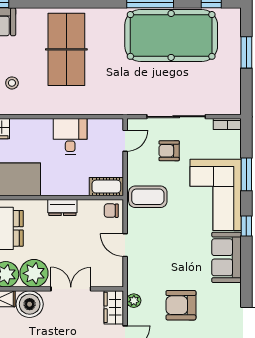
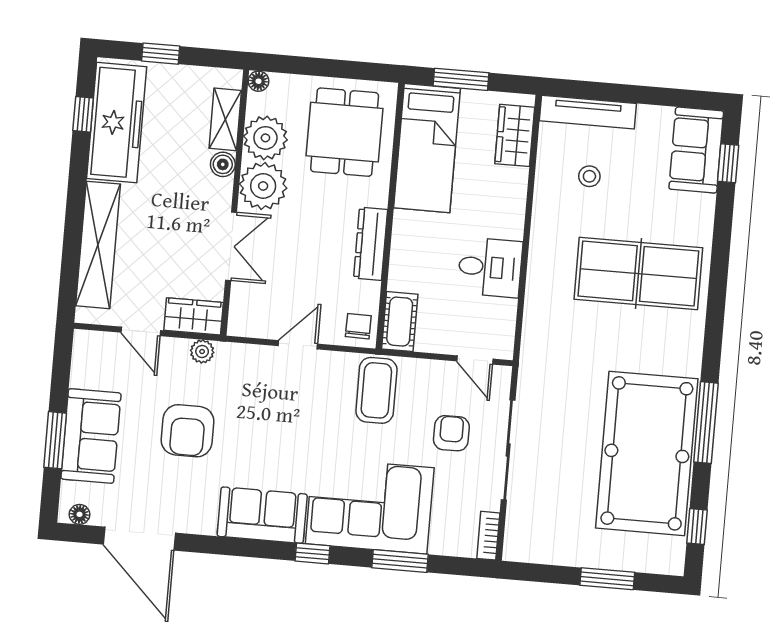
dresser: (62, 208) -> (371, 244), width x1.44
boiler: (30, 304) -> (223, 164), width x0.54, depth x0.54
armchair: (181, 305) -> (188, 431), turned 180

